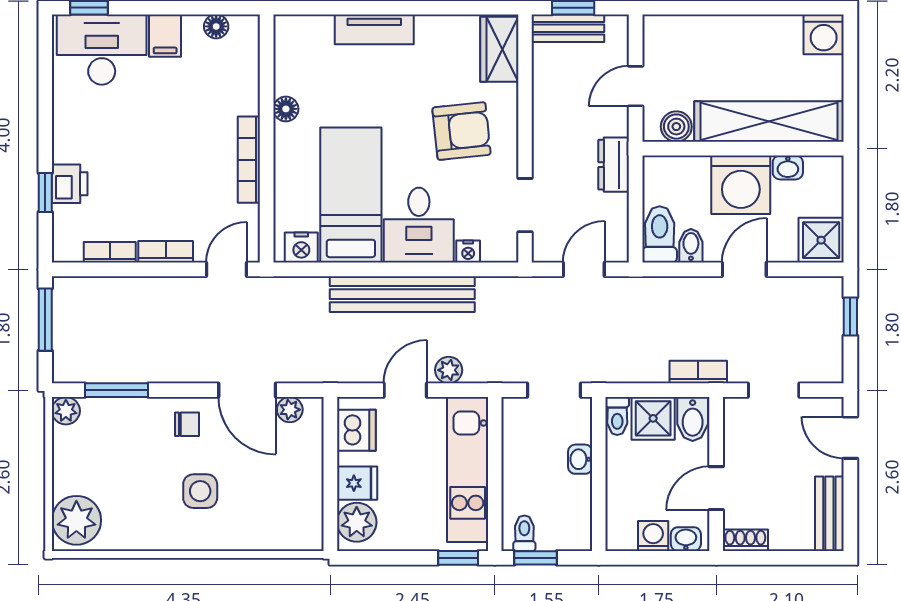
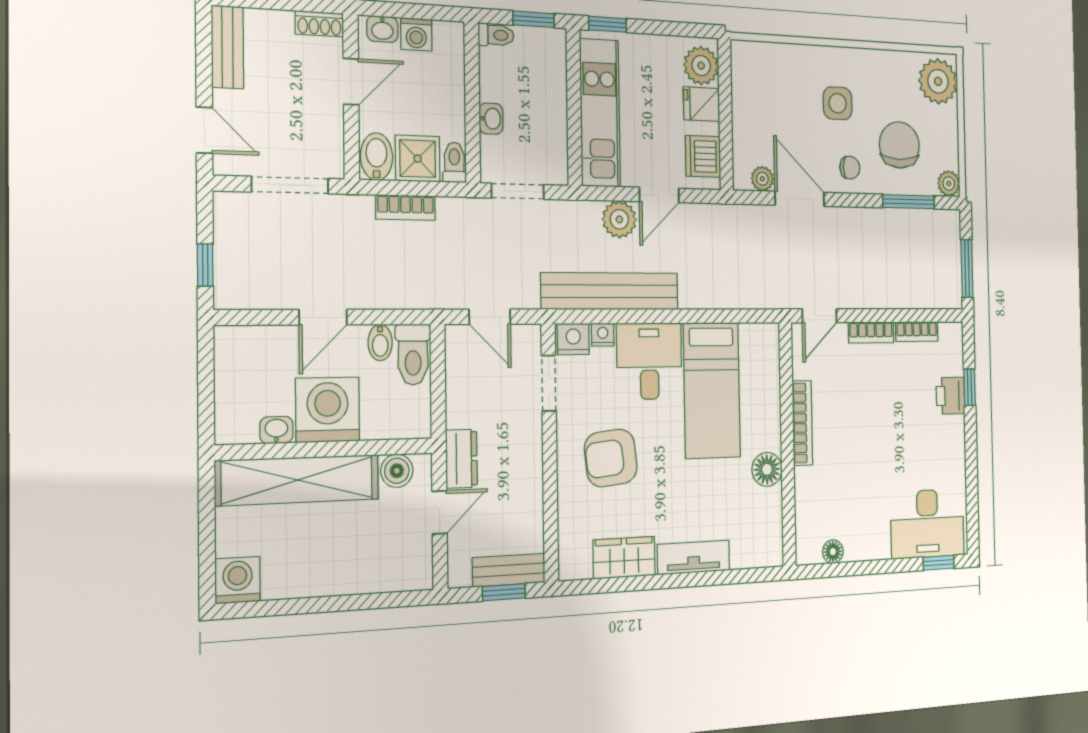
filing cabinet: (165, 36) -> (876, 540), removed
wardrobe: (499, 49) -> (624, 558), moved, turned -90
floor lamp: (286, 109) -> (767, 469), width x1.37, depth x1.37
dresser: (614, 165) -> (461, 459), moved
shower: (821, 240) -> (239, 350), removed
nightstand: (301, 248) -> (573, 339), moved
door: (584, 269) -> (490, 317), hinge flipped
bench: (402, 294) -> (610, 291), moved
plant: (449, 370) -> (619, 219), width x1.38, depth x1.38
bookcase: (698, 372) -> (406, 208), moved
doorway: (774, 390) -> (290, 185), width x1.38
chair: (187, 424) -> (850, 168), turned 180
chair: (126, 450) -> (899, 145), added
toilet: (524, 533) -> (496, 35), moved, turned -90

